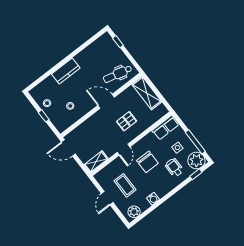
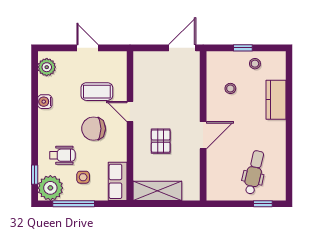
kitchen counter: (66, 71) -> (276, 100), moved
dental chair: (118, 74) -> (254, 172), moved
shelving: (147, 93) -> (157, 191), moved
shelving: (96, 162) -> (141, 68), removed
coffee table: (125, 185) -> (97, 92), moved

